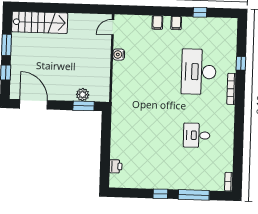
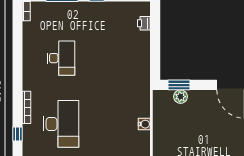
water cooler: (119, 55) -> (144, 124), moved
desk: (197, 135) -> (61, 58), width x1.37

